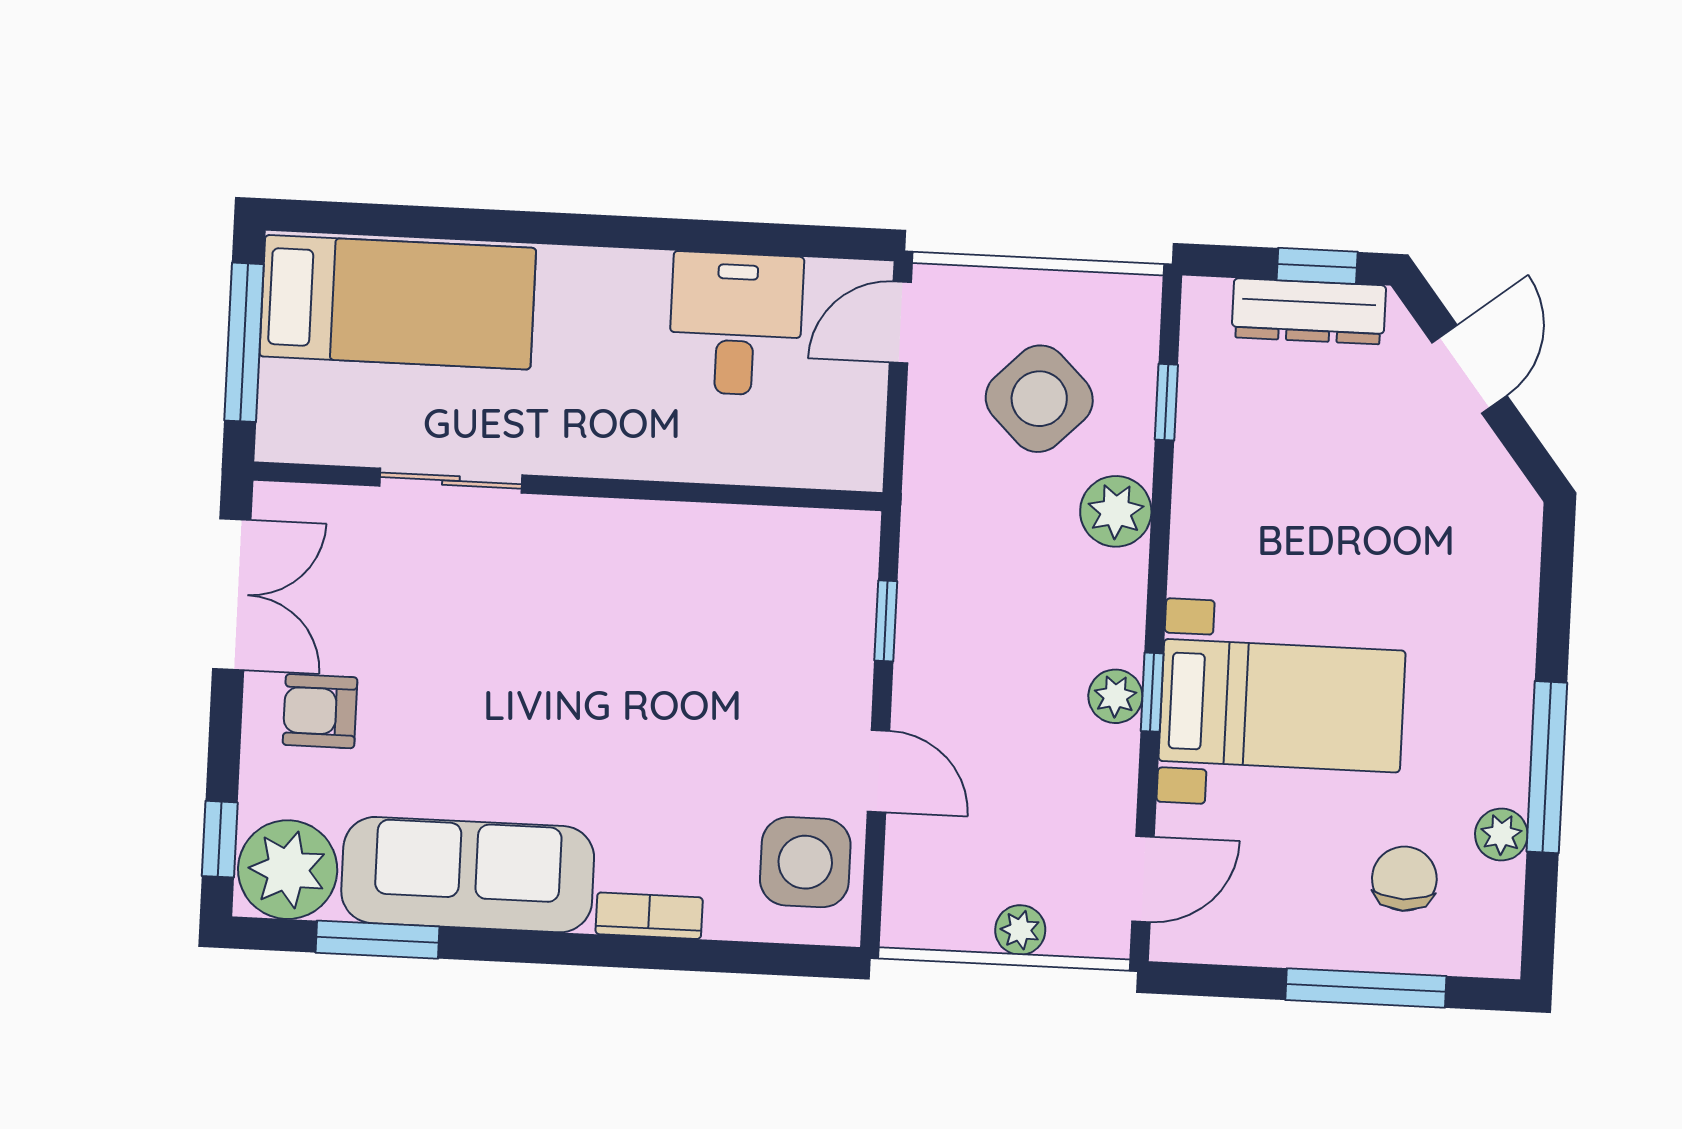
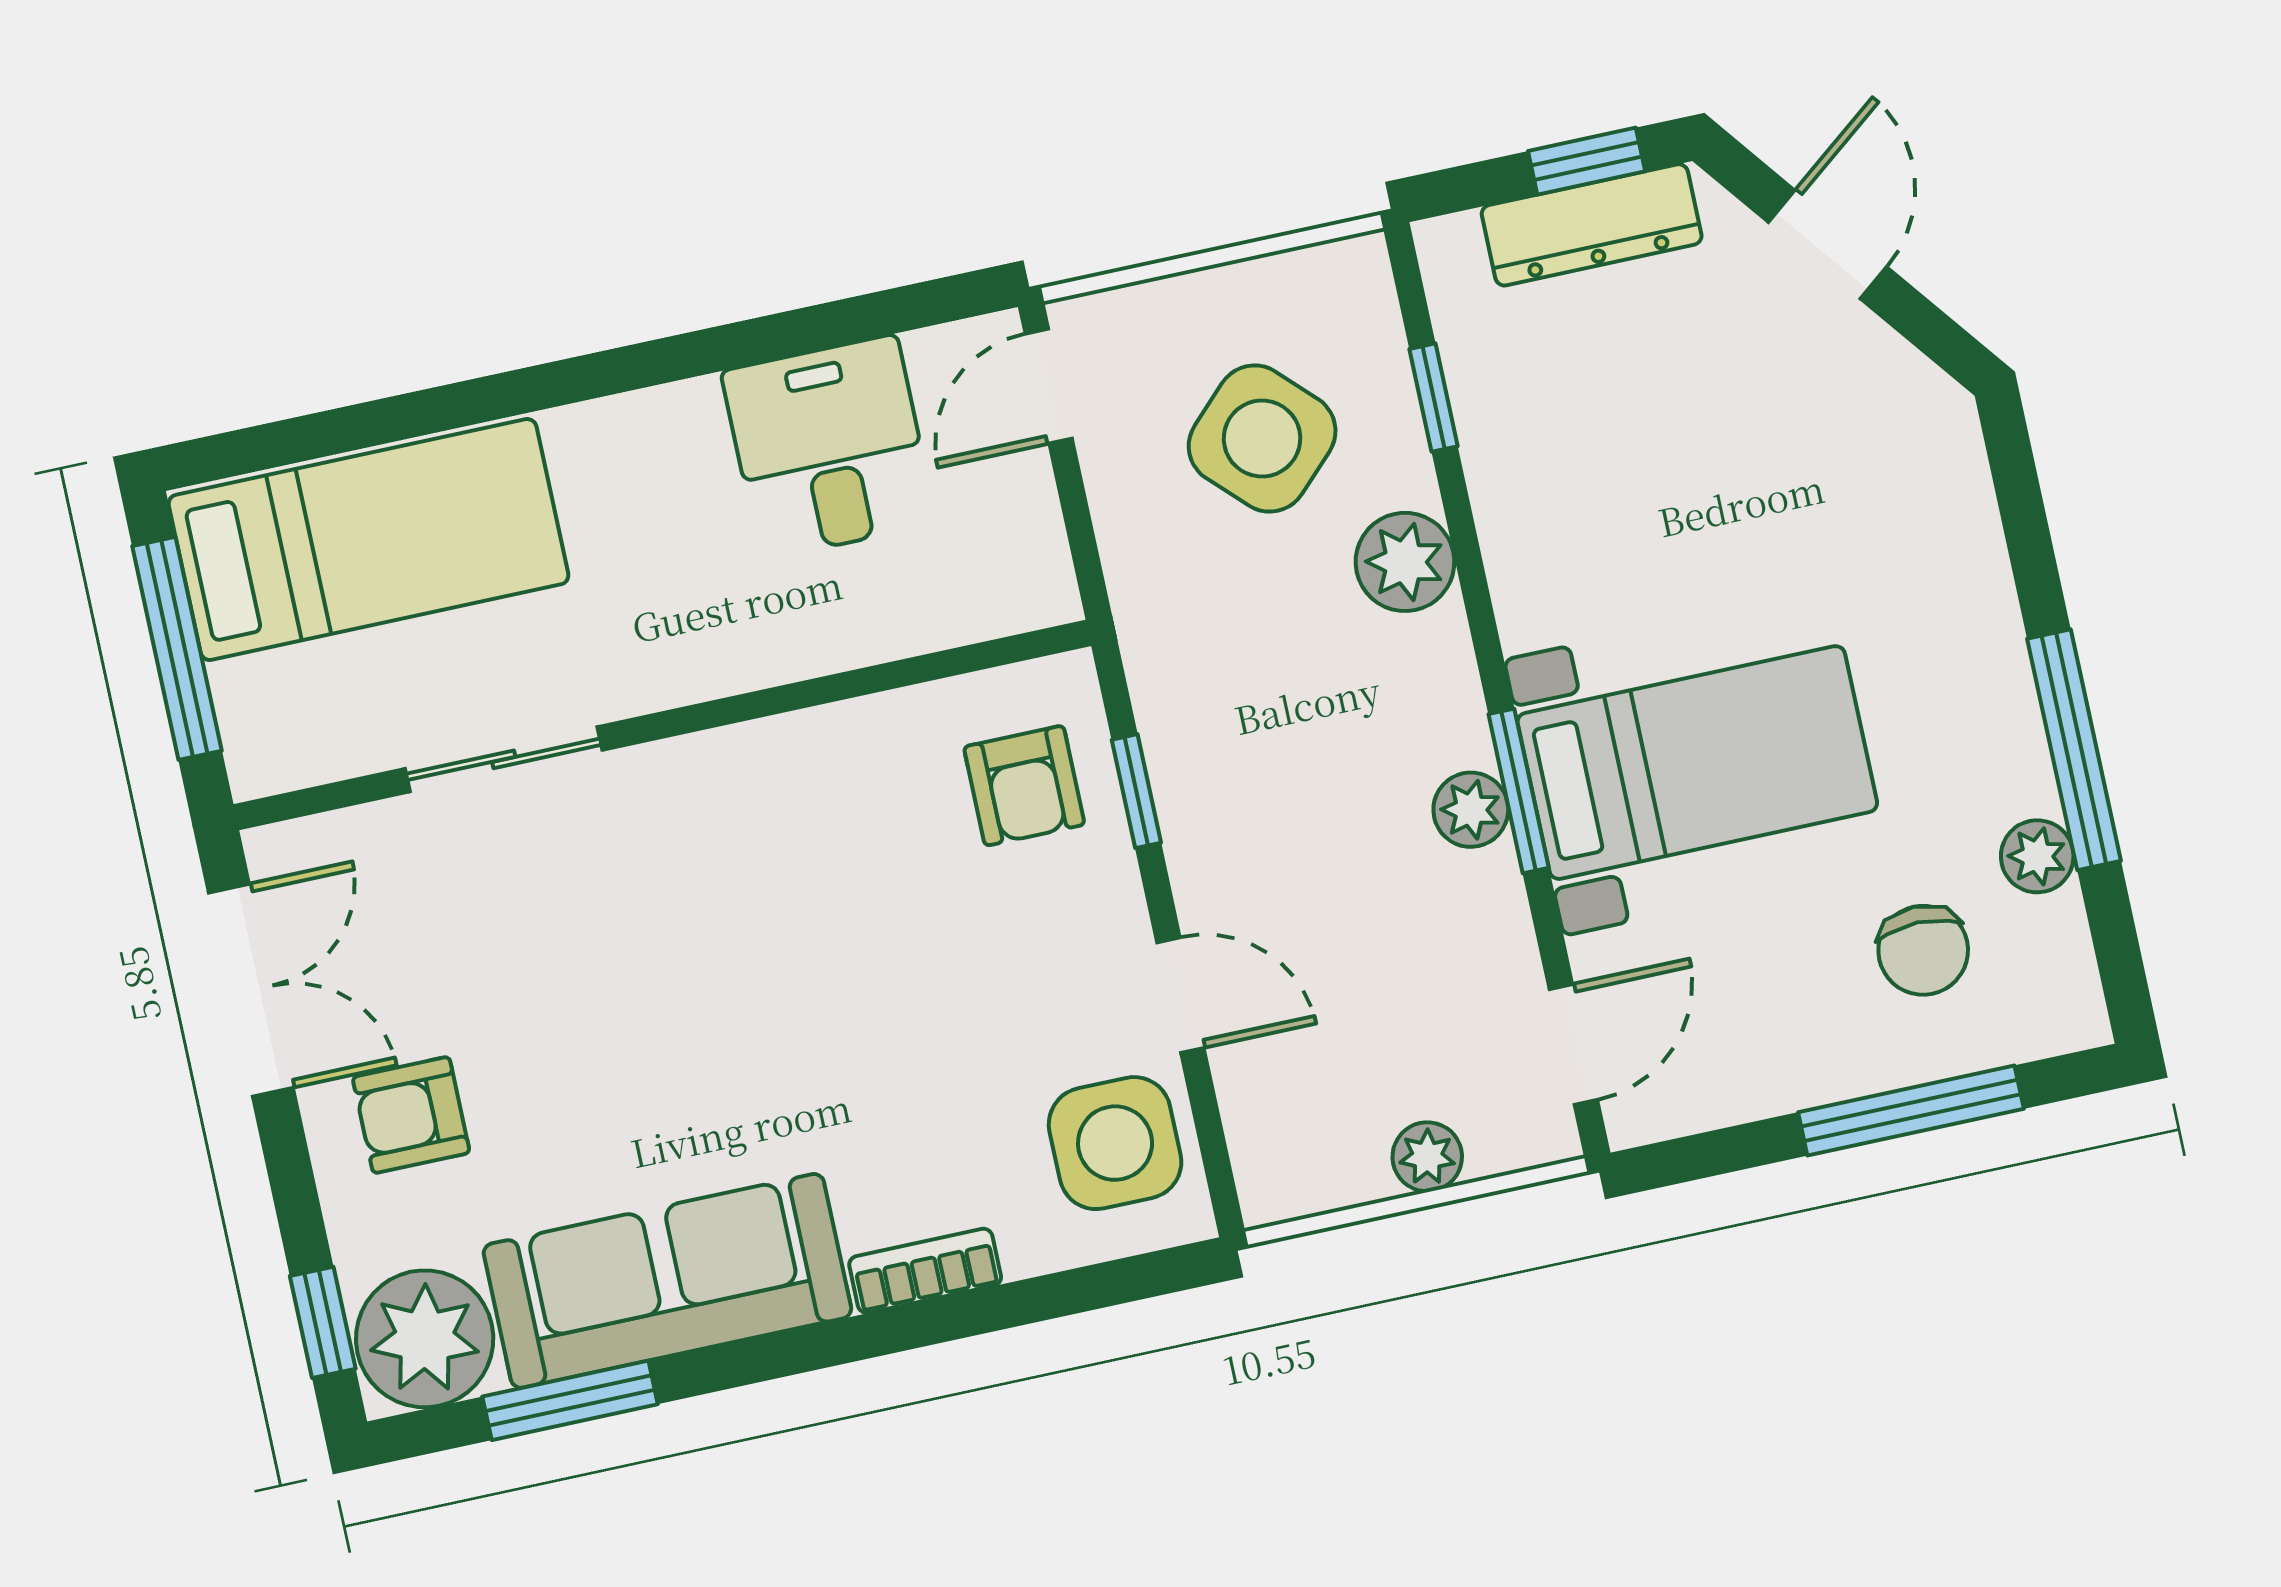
armchair: (809, 596) -> (1024, 786), added
window: (1152, 692) -> (1519, 791), width x1.50
chair: (1404, 879) -> (1923, 950), turned 180

